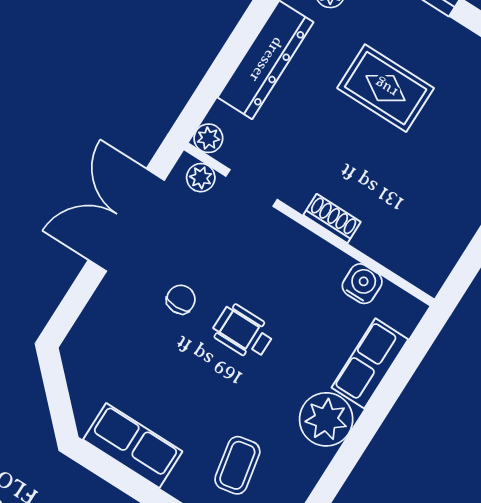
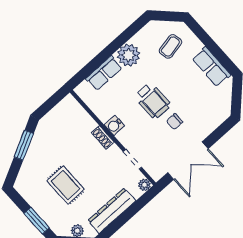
plant: (201, 178) -> (152, 169), removed
water cooler: (362, 284) -> (114, 125), moved
wheelchair: (243, 332) -> (153, 101), width x1.36, depth x1.37

